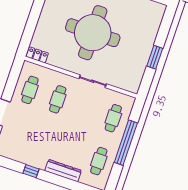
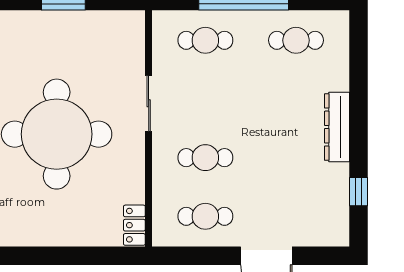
window: (31, 171) -> (359, 192), moved
dresser: (63, 171) -> (337, 127), moved

